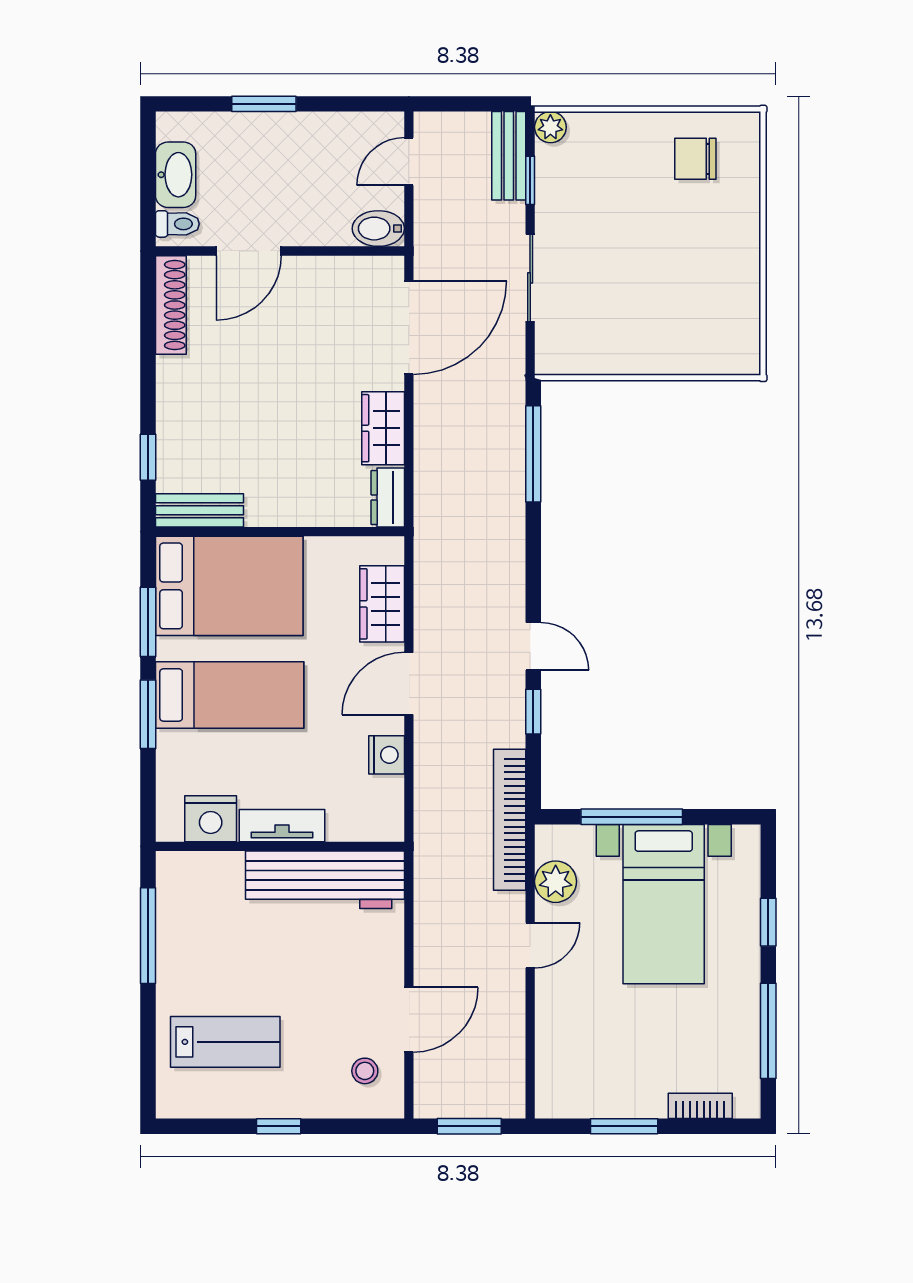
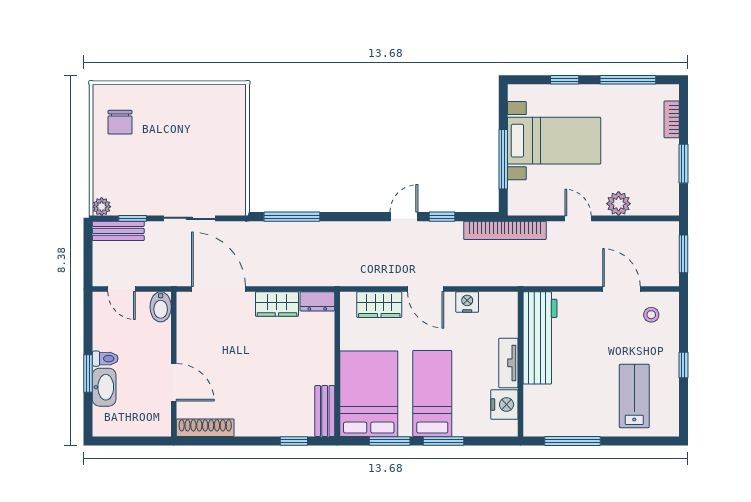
washbasin: (176, 175) -> (104, 387), moved, turned 90
toilet: (177, 224) -> (105, 359), moved, turned 90
plant: (556, 882) -> (619, 204), moved

